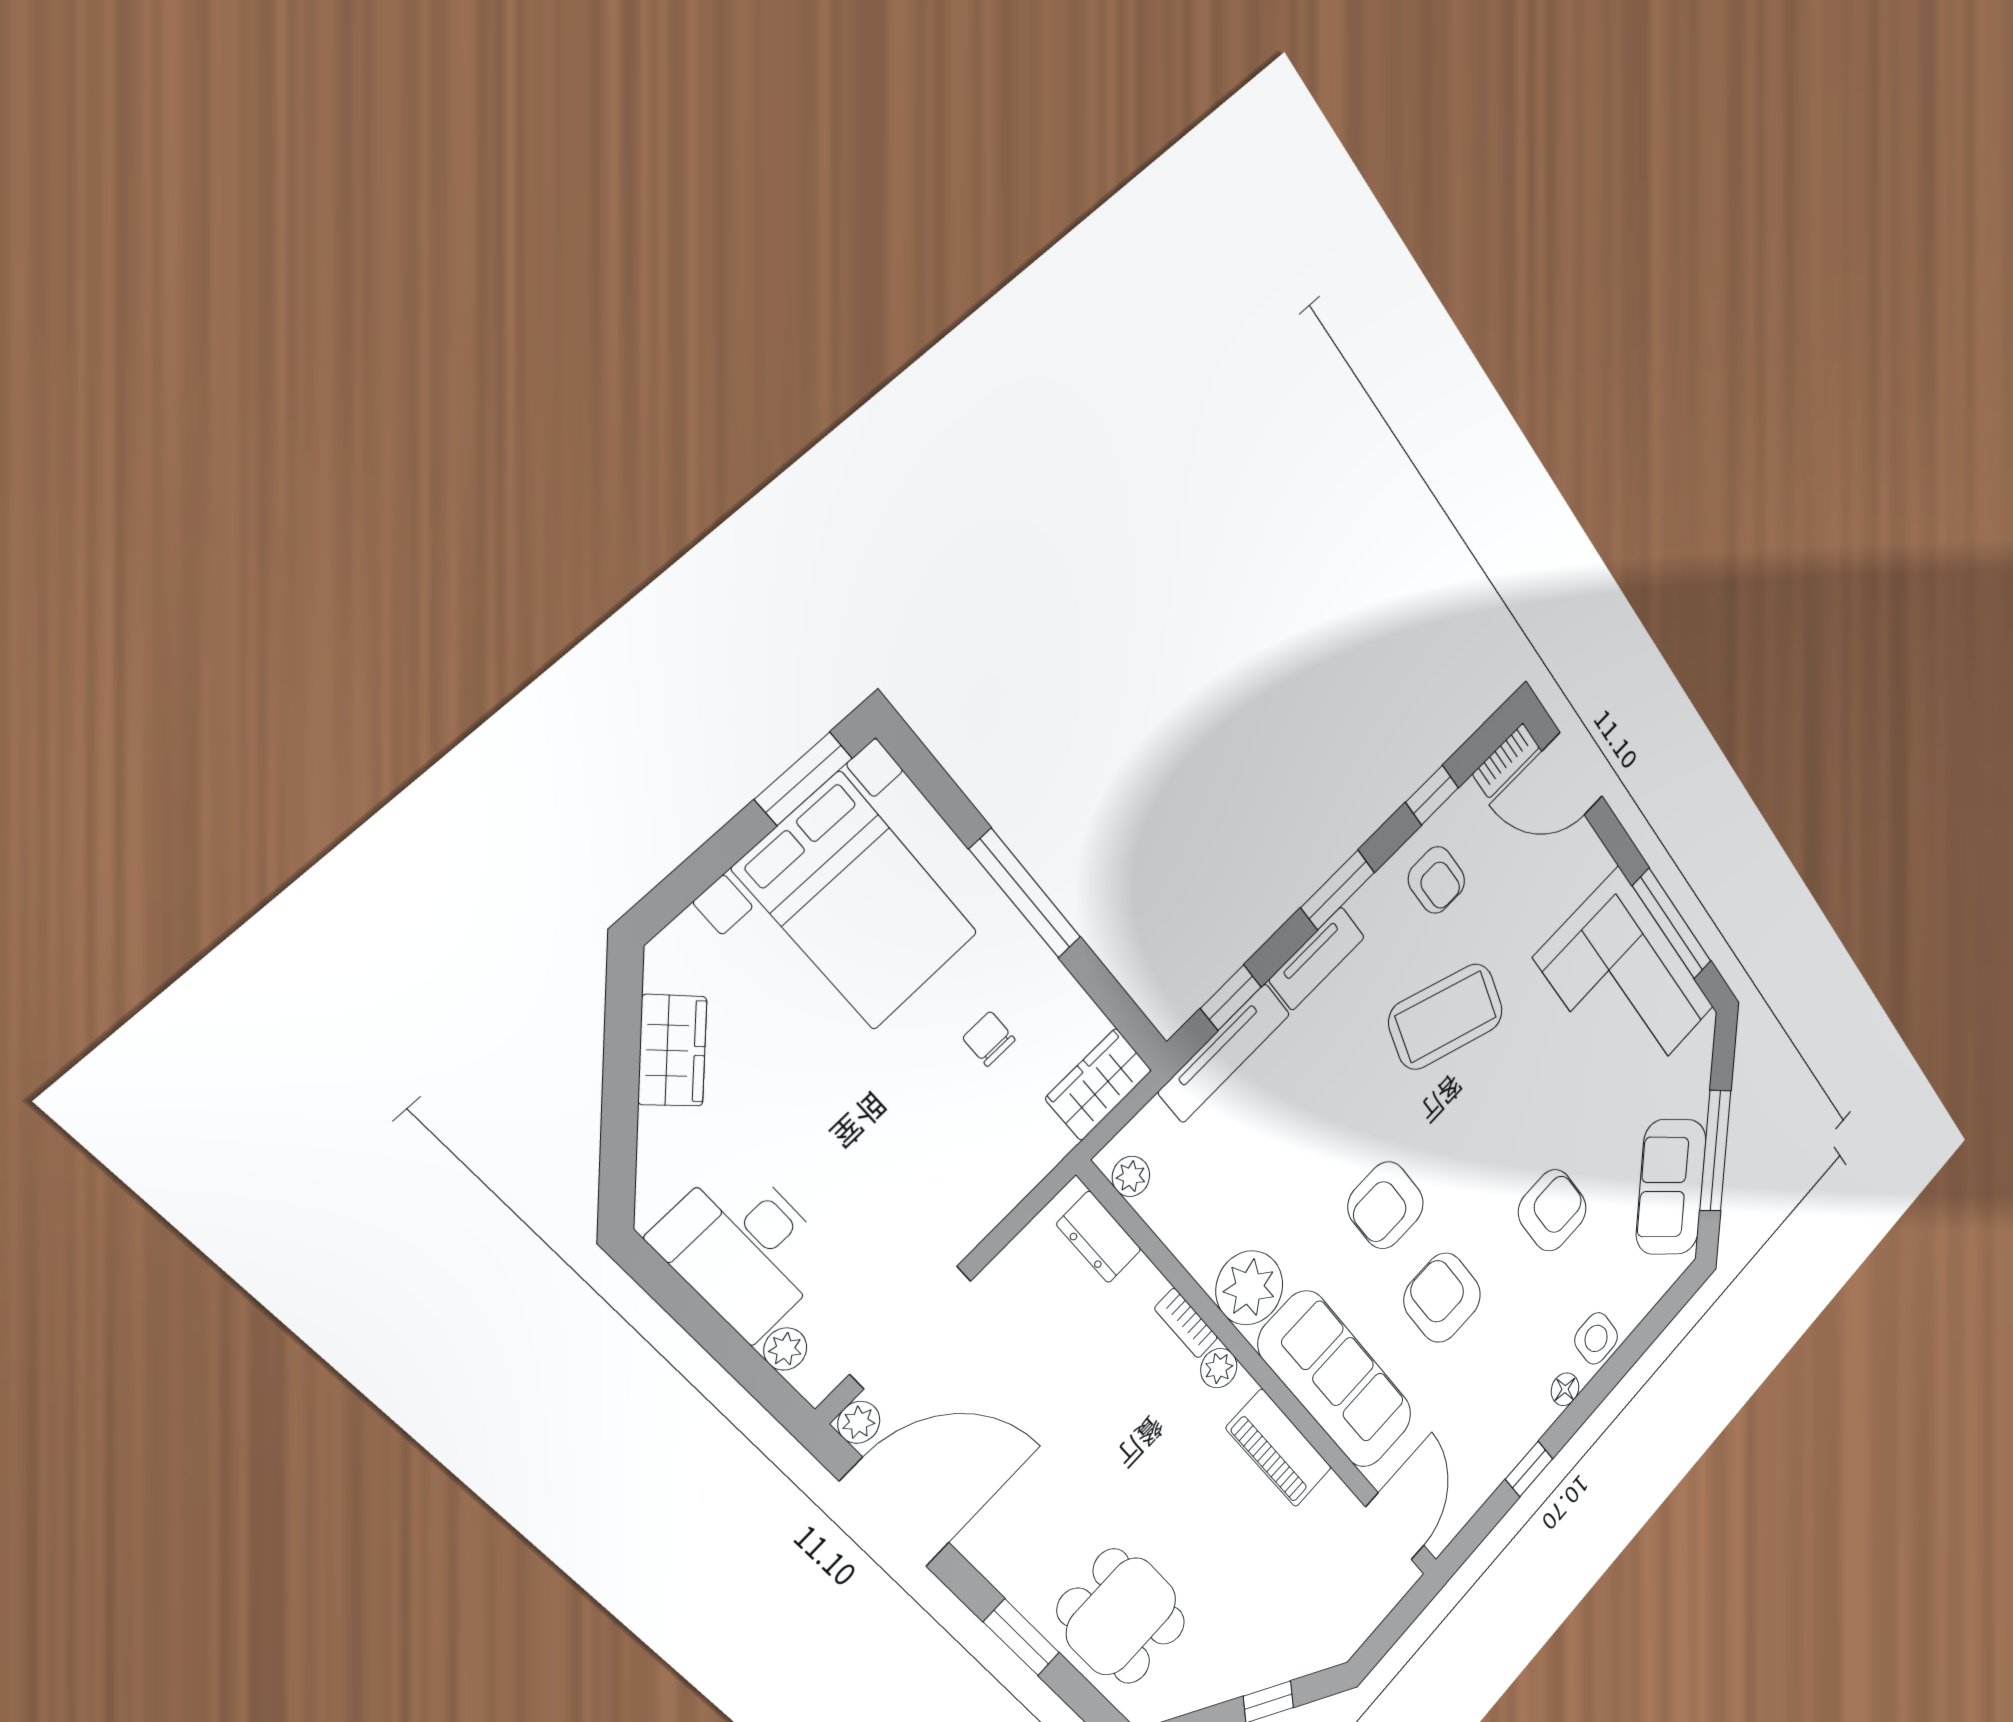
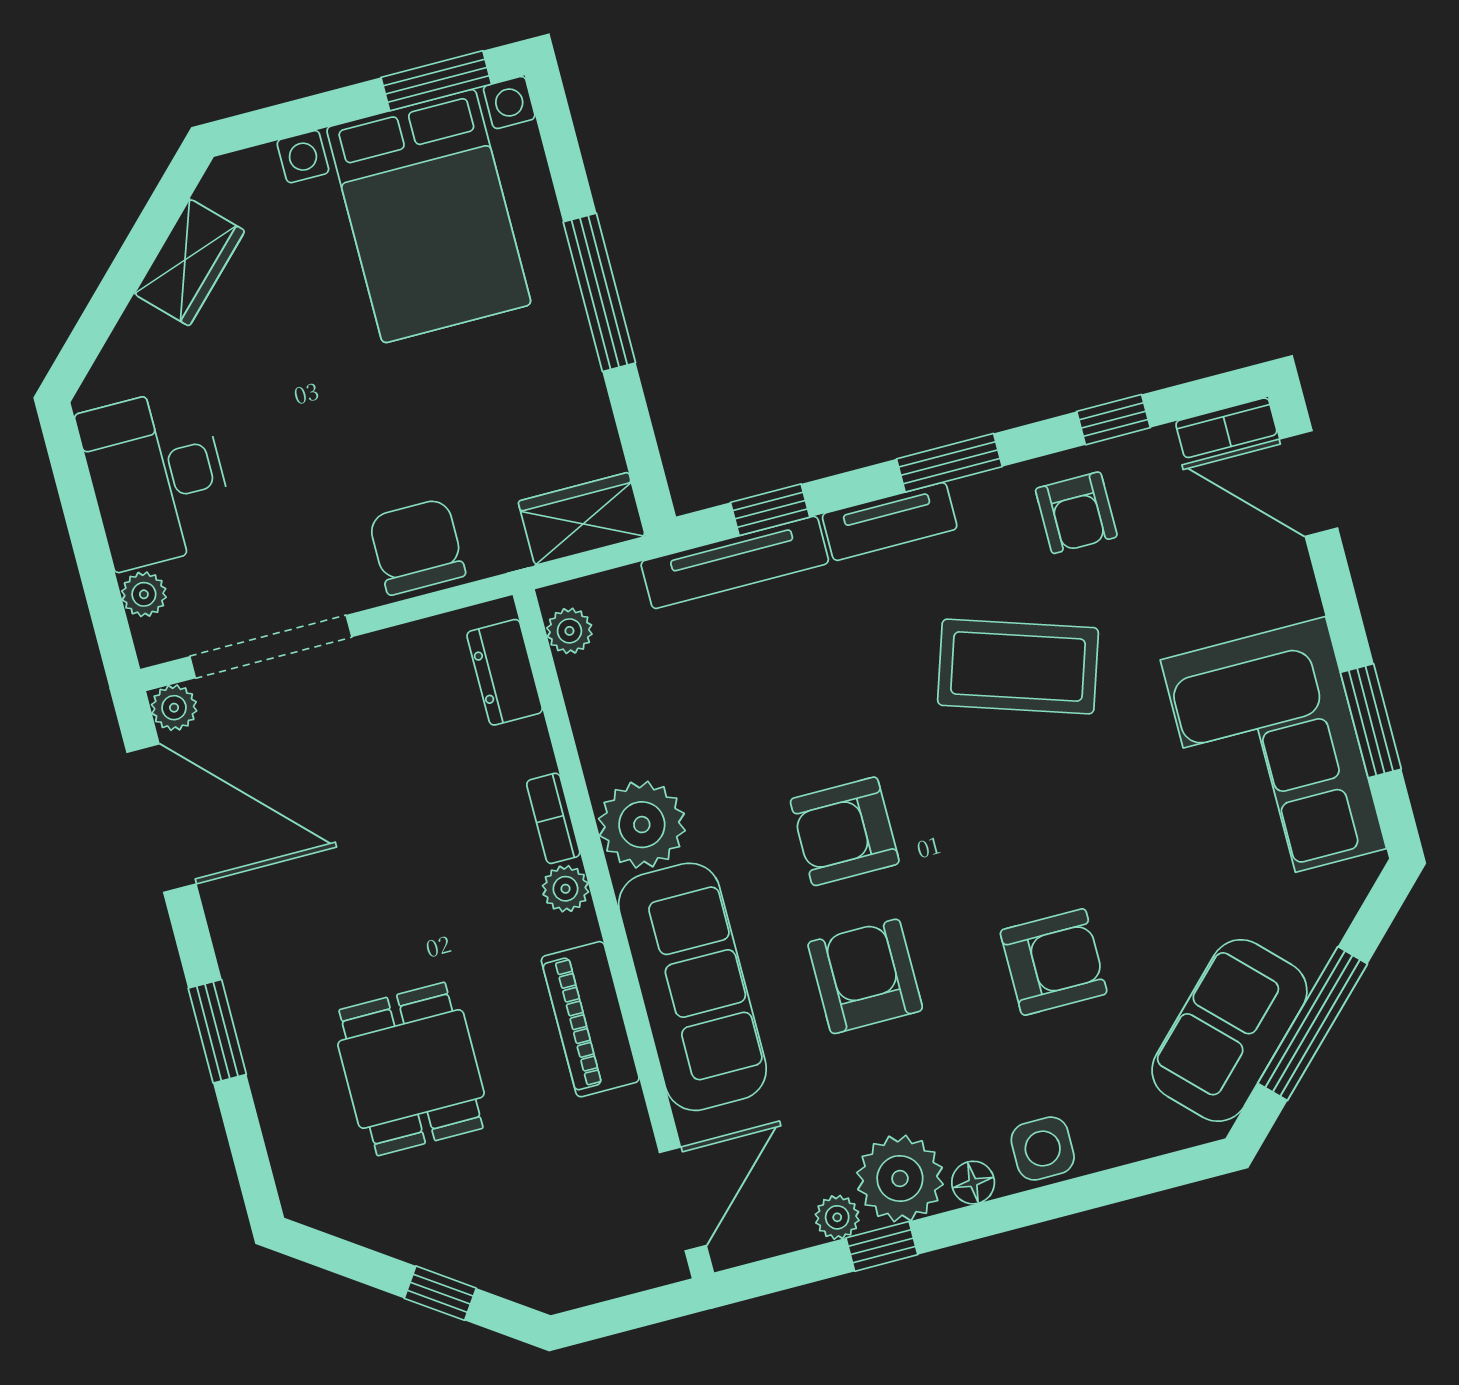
window: (1672, 924) -> (1371, 721), width x0.69
chair: (989, 1039) -> (417, 547), moved, width x1.87, depth x1.87
plant: (1521, 1417) -> (900, 1178), added
plant: (1495, 1470) -> (837, 1217), added
dining table: (1121, 1616) -> (411, 1069), moved

